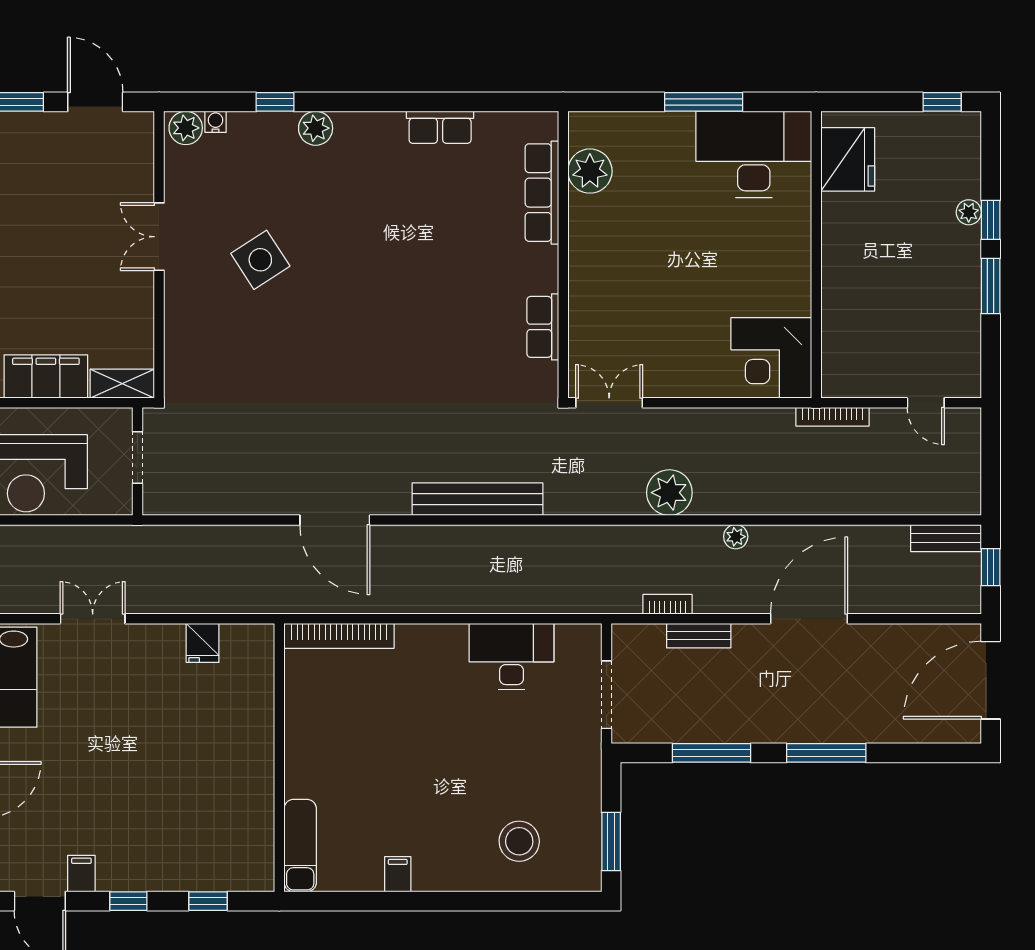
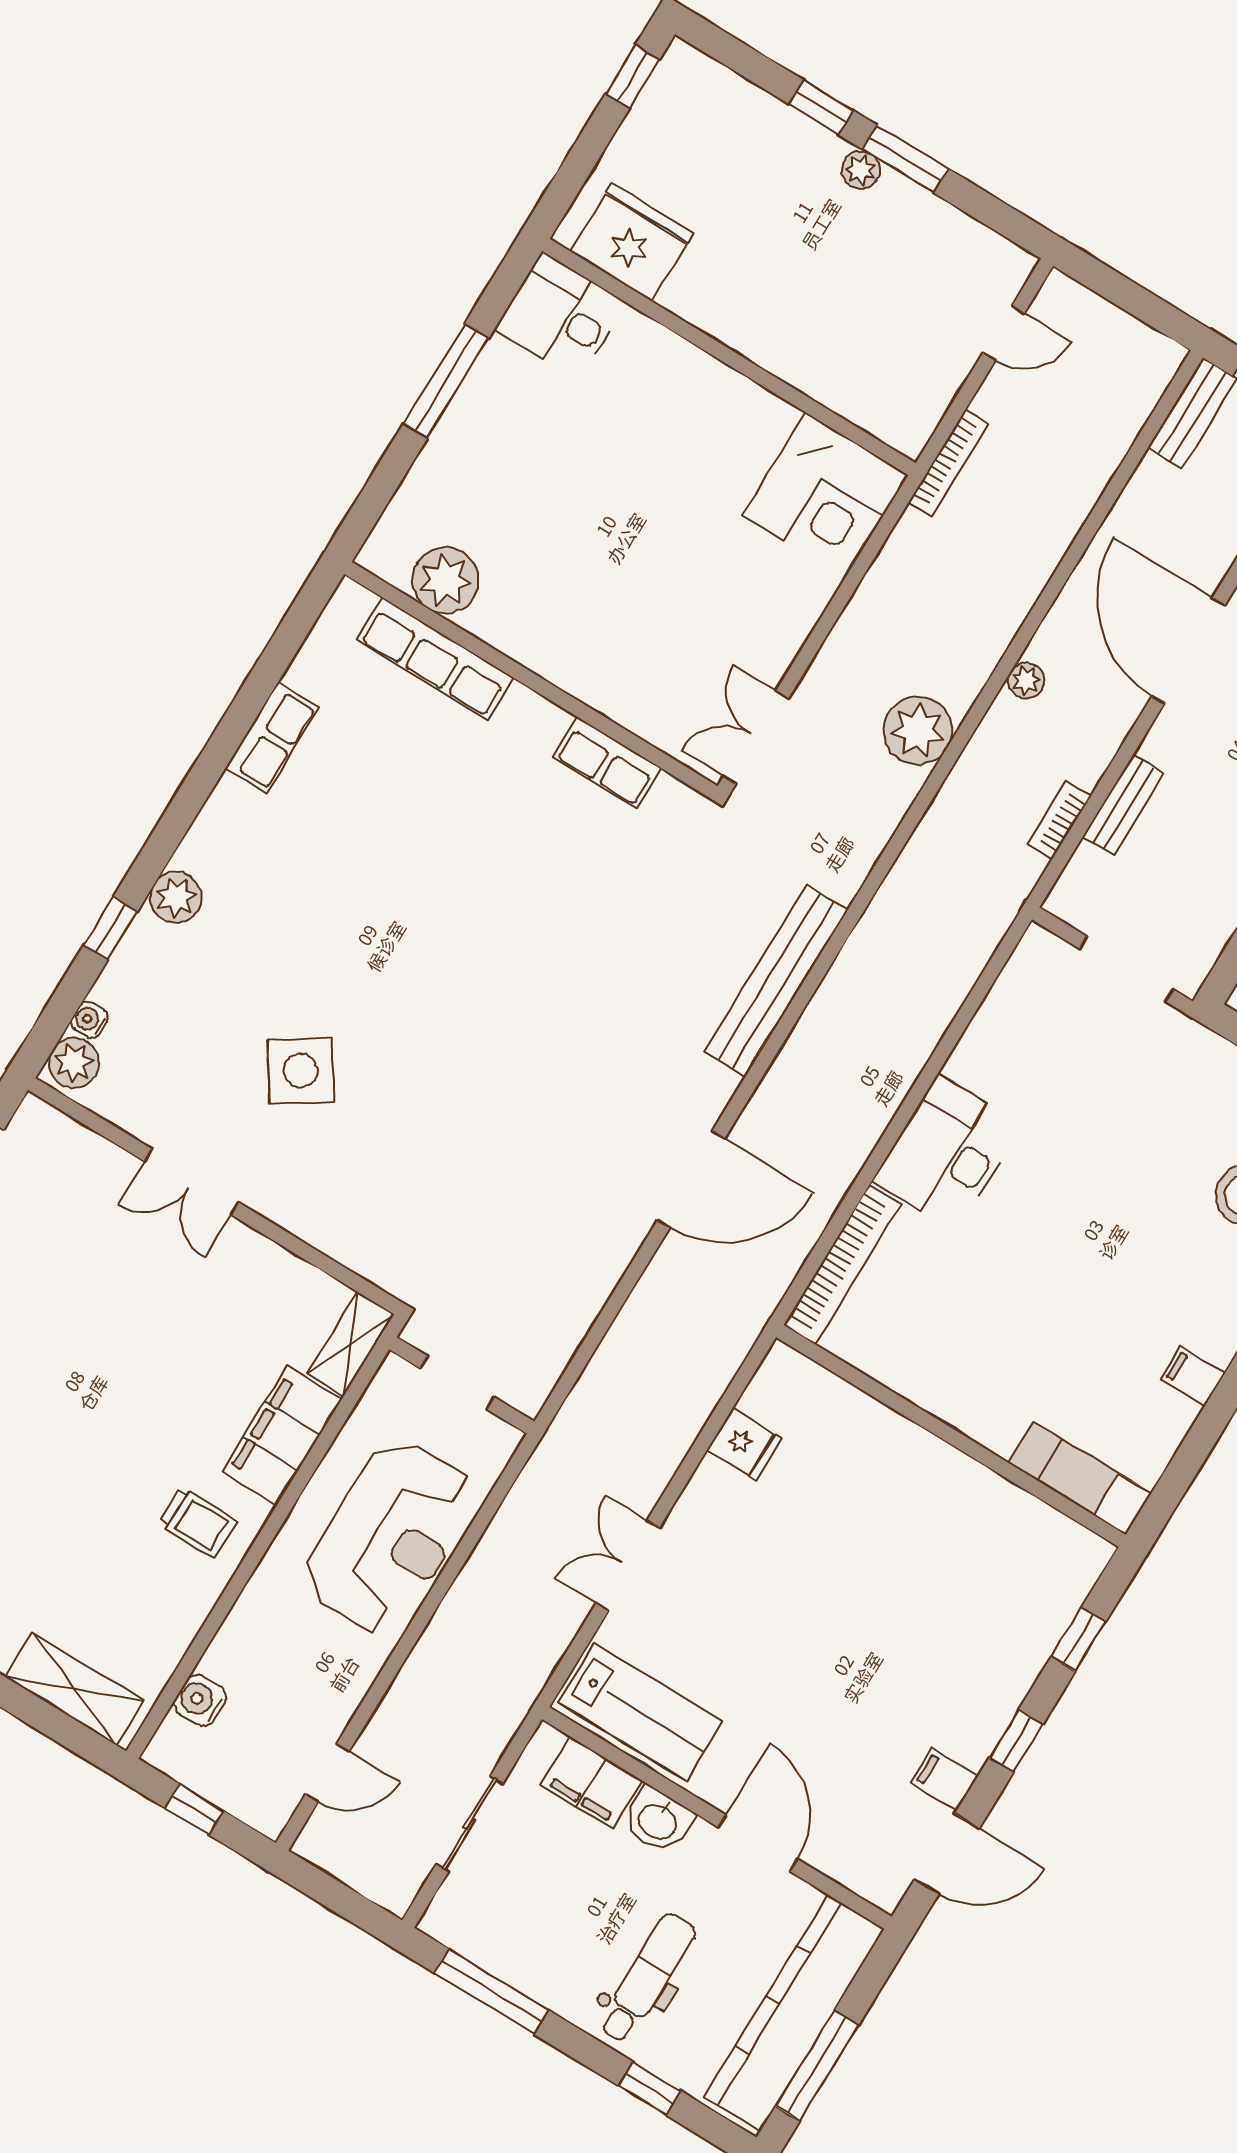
desk: (754, 154) -> (560, 316), width x0.53, depth x0.77
plant: (969, 212) -> (861, 170), moved
desk: (511, 657) -> (947, 1153), moved

